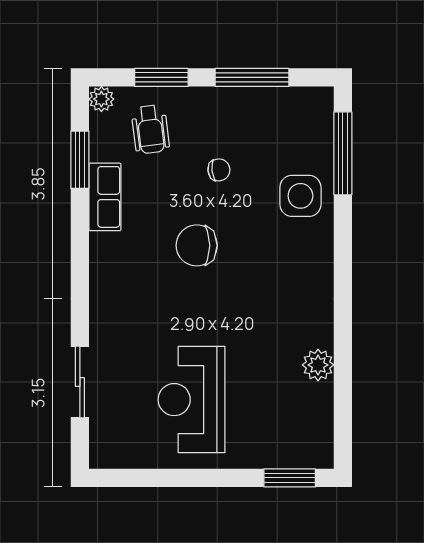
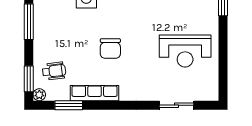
window: (161, 77) -> (29, 79), moved
chair: (219, 170) -> (74, 38), removed
row of seats: (105, 197) -> (95, 93), width x1.48

